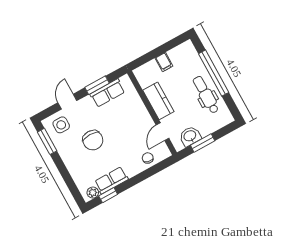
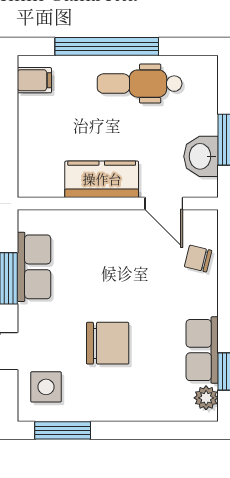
filing cabinet: (164, 62) -> (34, 80), moved

